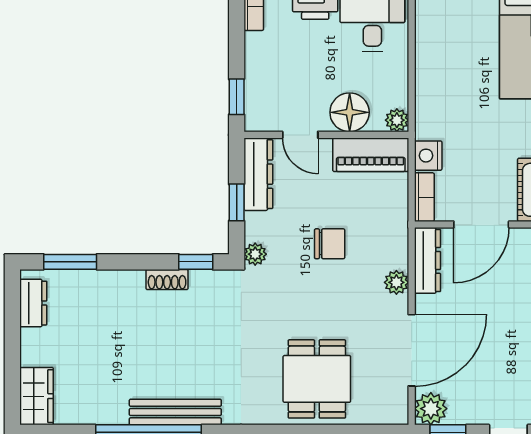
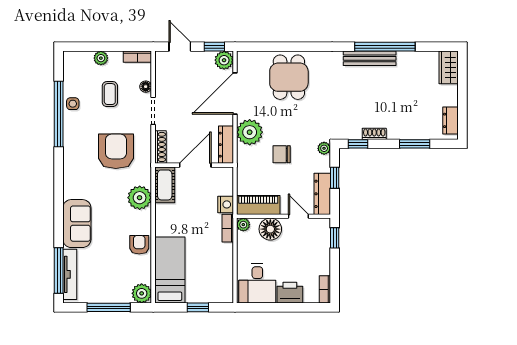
bookcase: (424, 197) -> (228, 228), moved
window: (70, 262) -> (415, 144), moved
plant: (396, 282) -> (250, 132), width x1.88, depth x1.88

